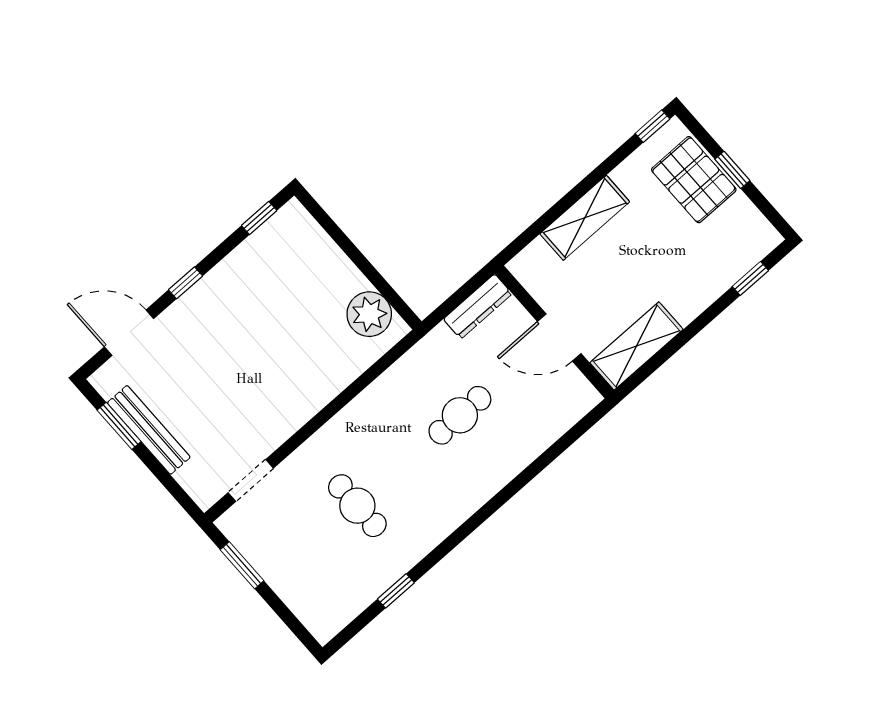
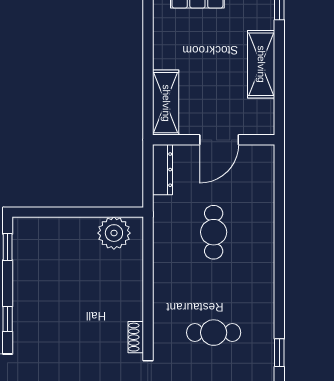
shelving: (585, 218) -> (166, 103), moved
shelving: (637, 346) -> (261, 64), moved
shoe rack: (282, 430) -> (136, 337), added

